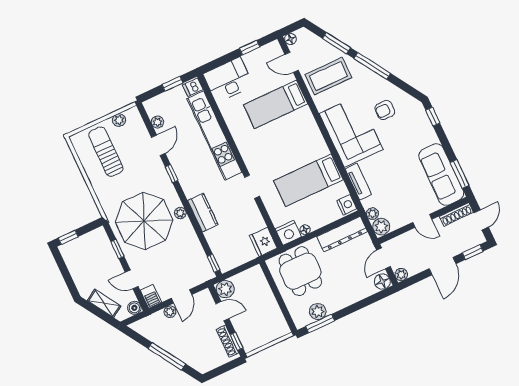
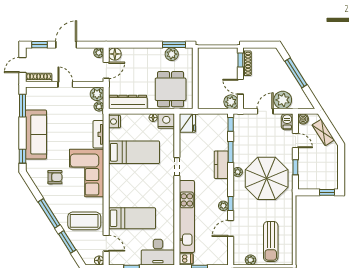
plant: (157, 122) -> (223, 206), moved
sofa: (441, 175) -> (36, 135), moved
window: (199, 232) -> (231, 152), added
plant: (170, 312) -> (283, 100), width x1.88, depth x1.88

